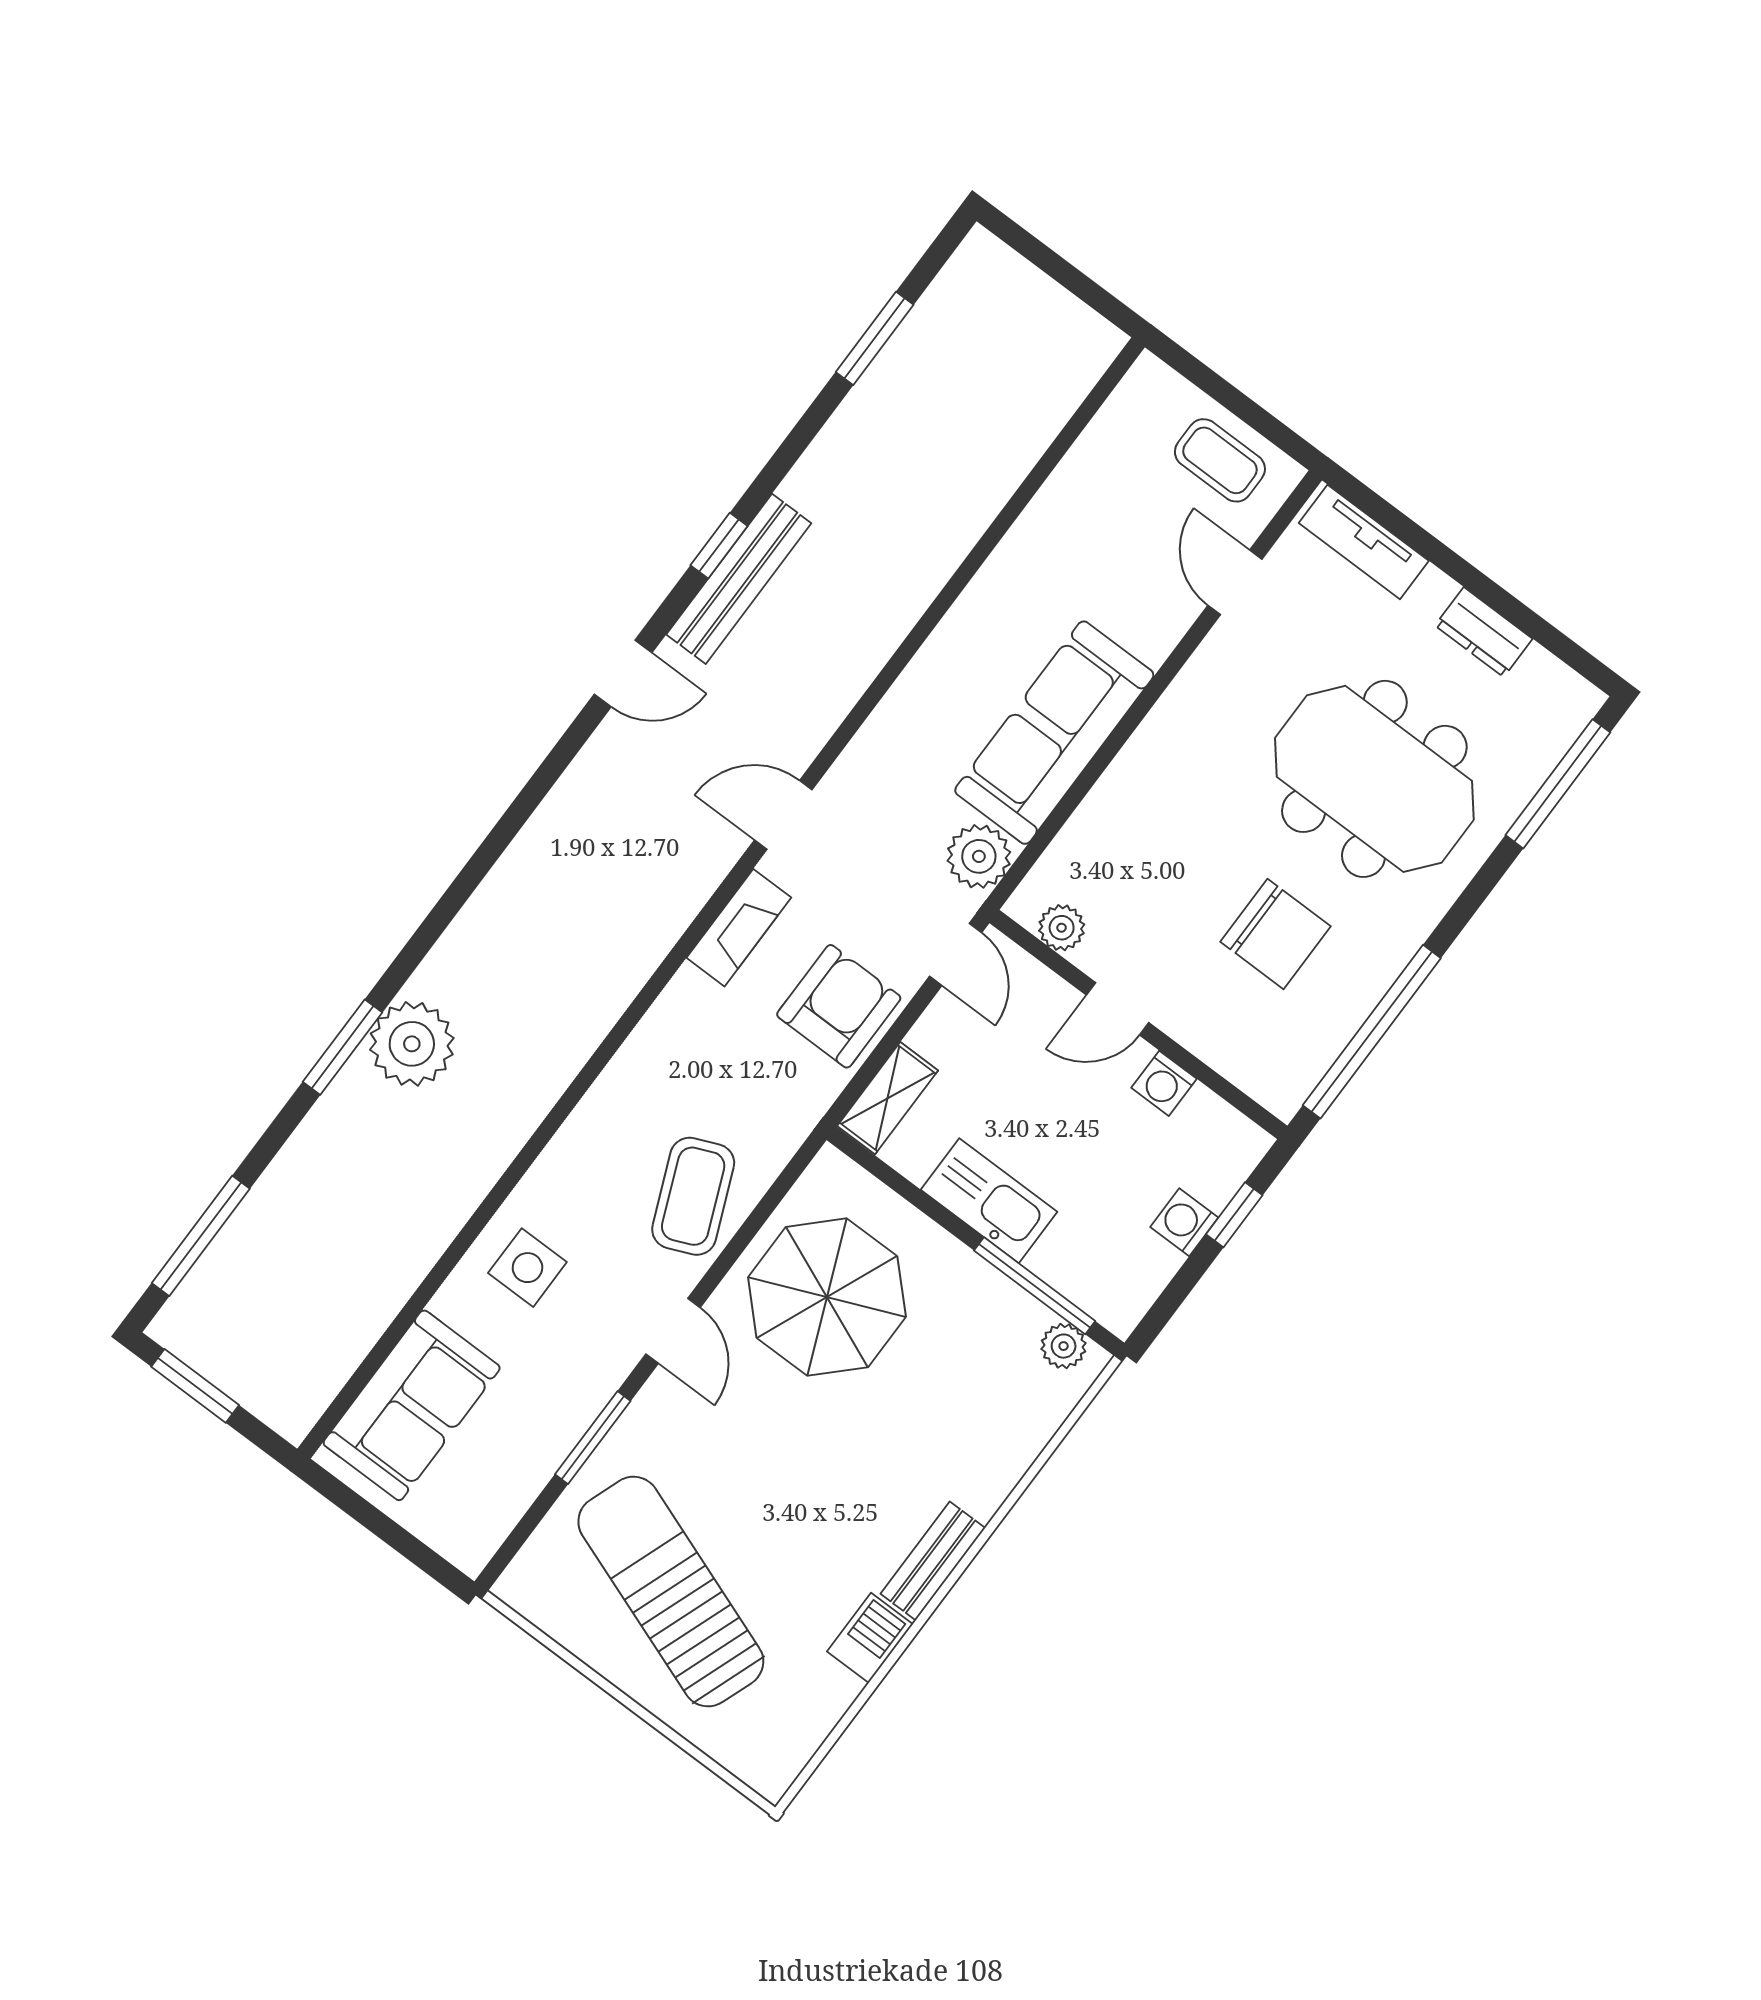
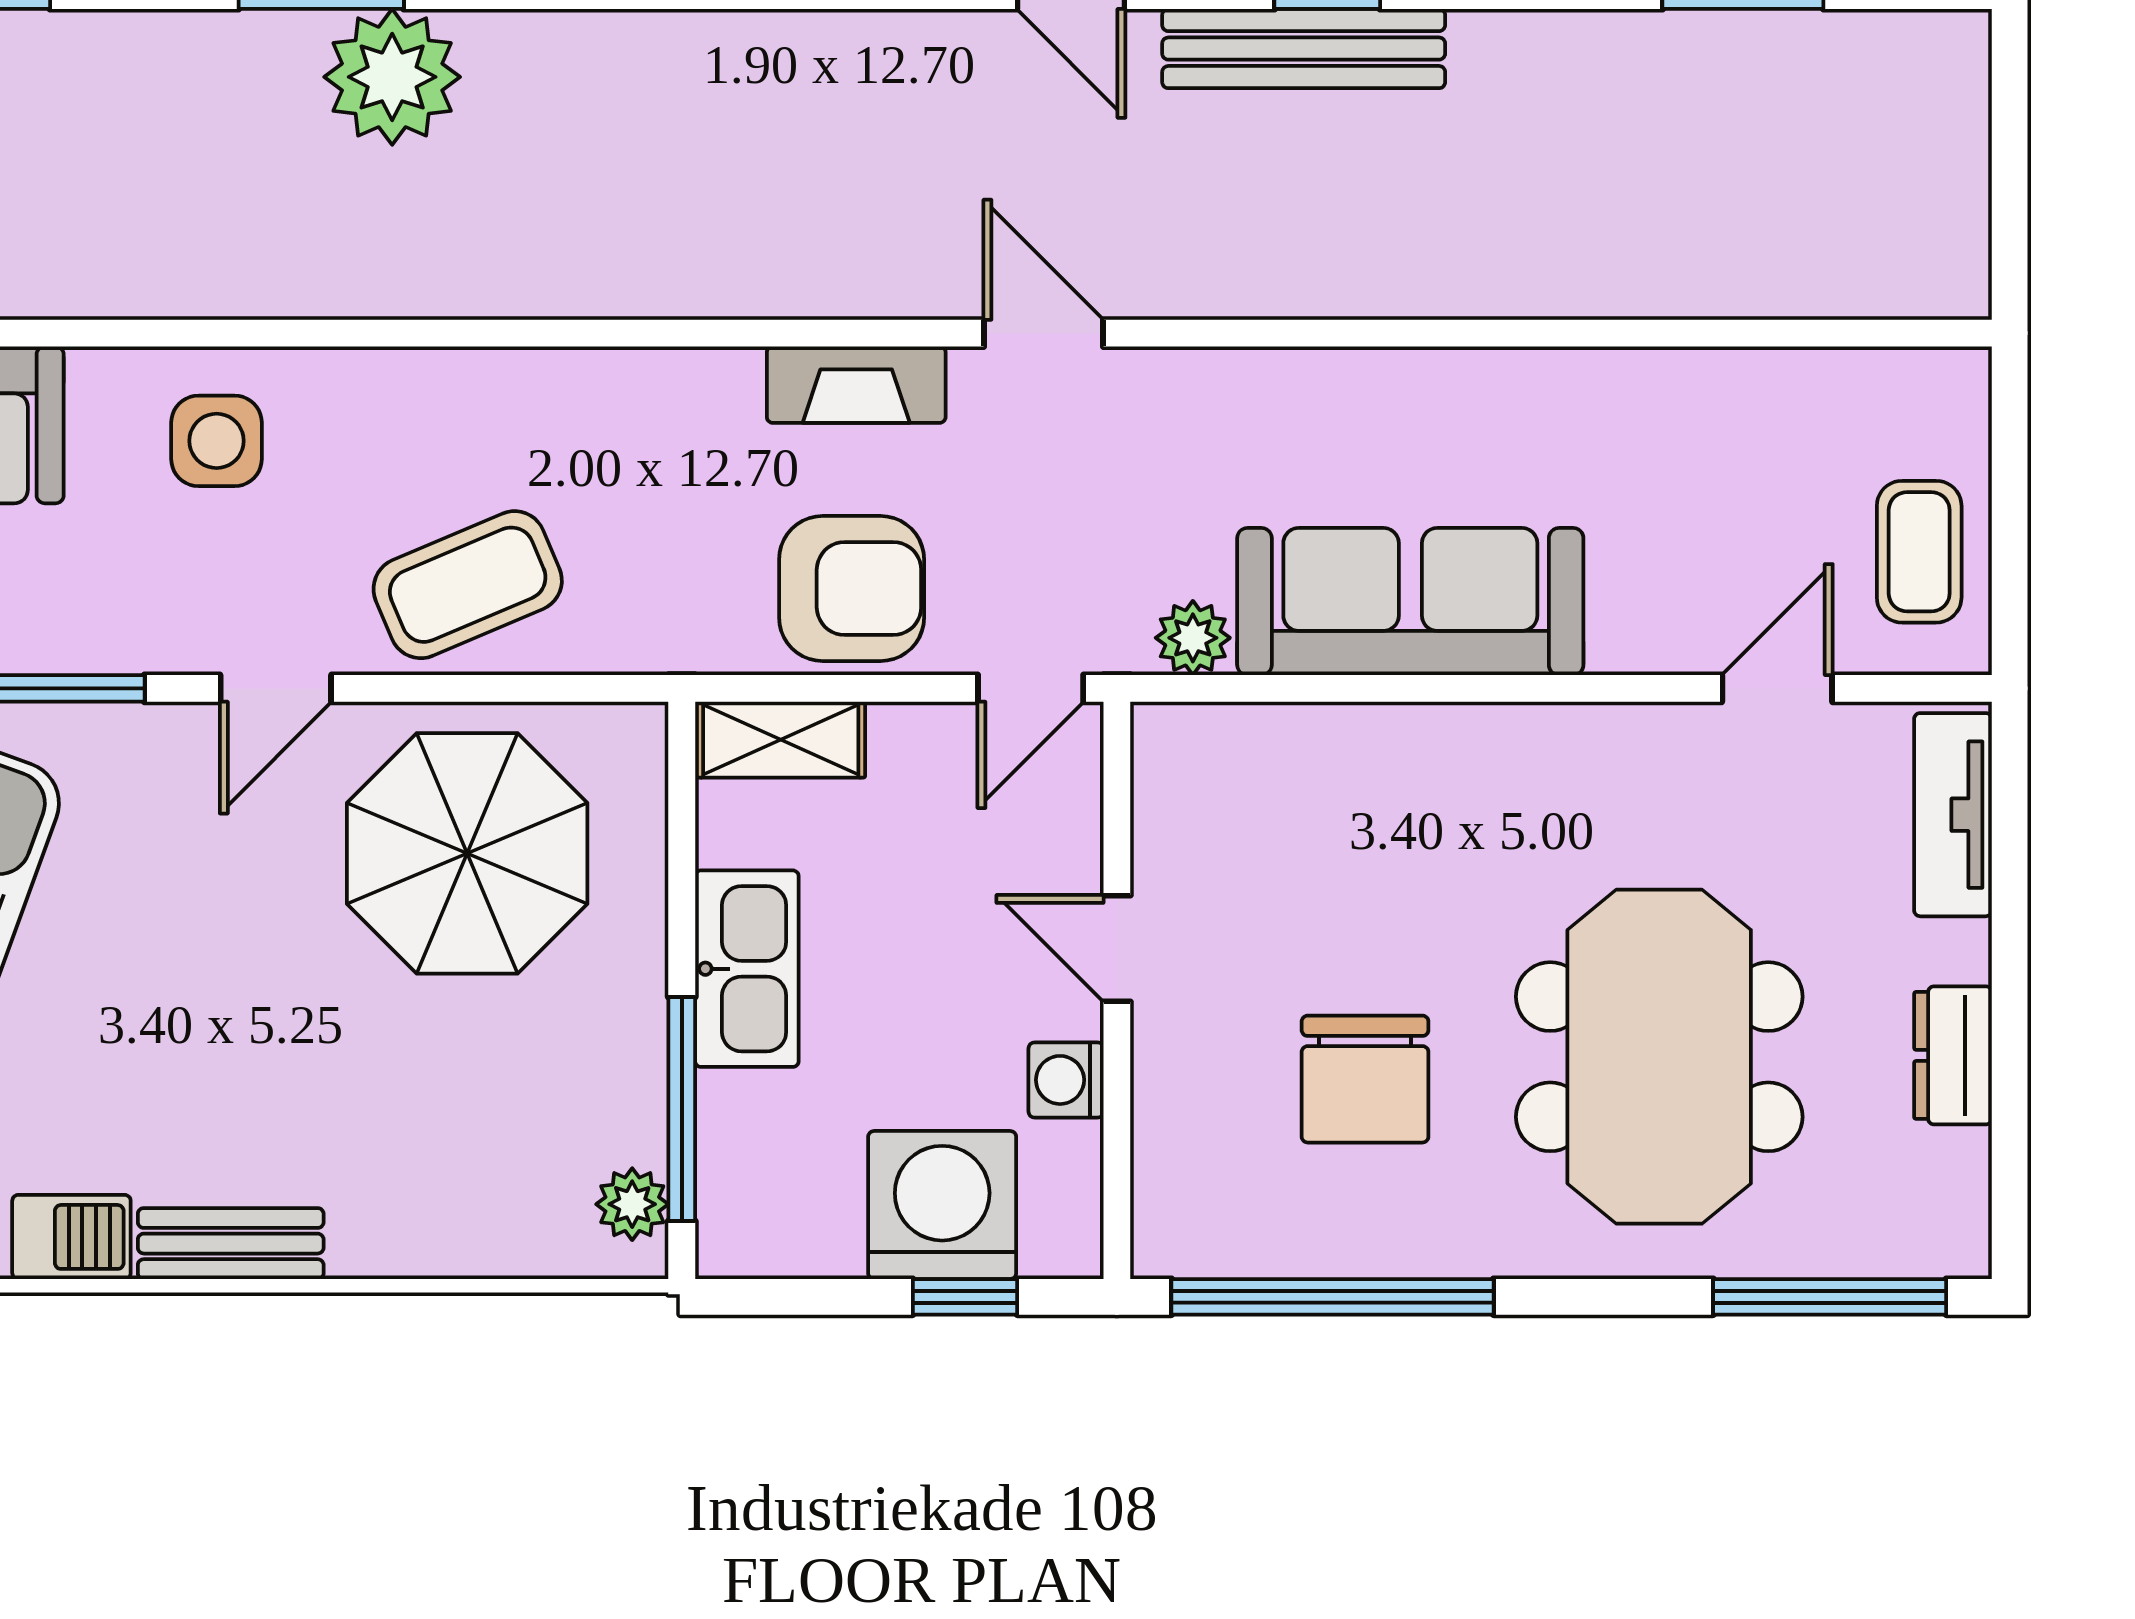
plant: (979, 856) -> (1193, 638), width x0.73, depth x0.73
plant: (1062, 928) -> (1167, 799), removed
washing machine: (1184, 1222) -> (942, 1205), width x1.89, depth x1.89

